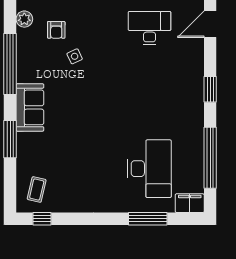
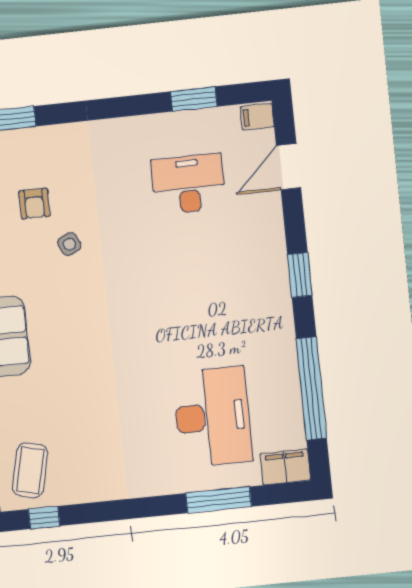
coffee table: (37, 189) -> (30, 470), width x1.36, depth x1.30

